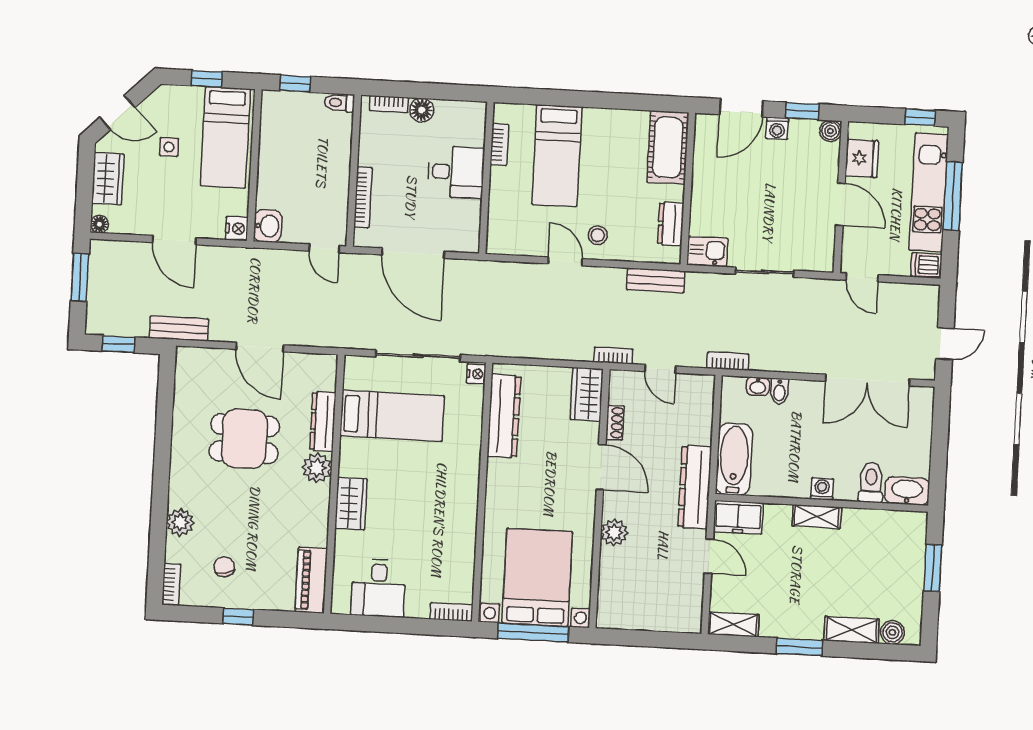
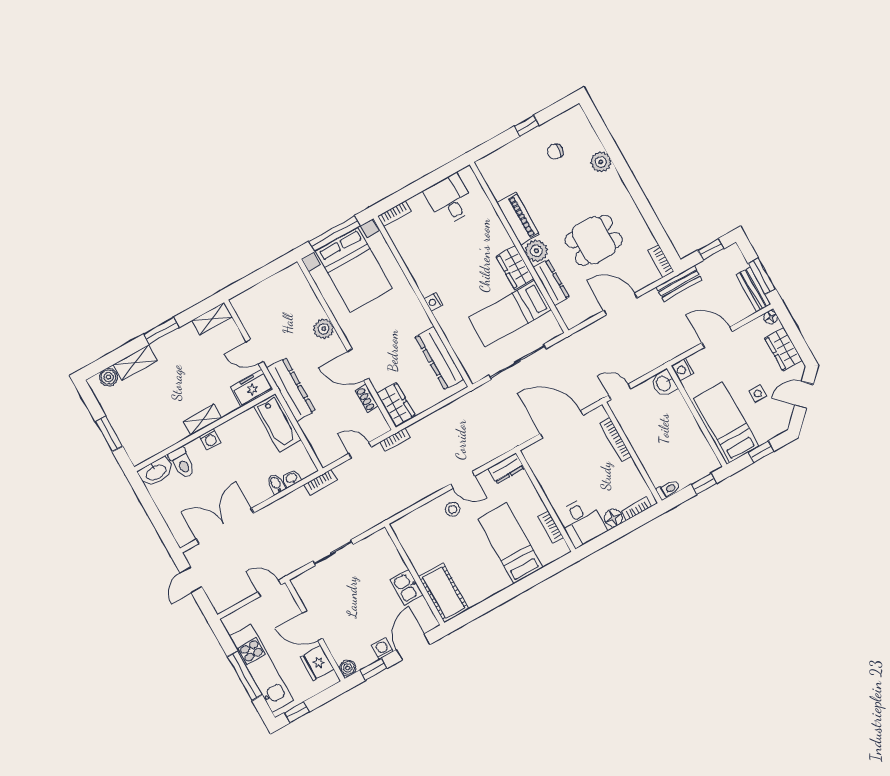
desk: (456, 172) -> (582, 522), moved, turned -90
dresser: (671, 224) -> (506, 468), moved, turned 90
kitchen sink: (707, 252) -> (407, 587), moved, turned 90
dishwasher: (926, 265) -> (234, 622), removed
bench: (656, 280) -> (753, 290), moved, turned 90
nightstand: (476, 374) -> (433, 302), moved
wardrobe: (351, 504) -> (515, 267), moved
chair: (224, 567) -> (555, 152), turned 107
piano: (311, 580) -> (518, 219), moved
bookcase: (171, 584) -> (661, 261), moved

